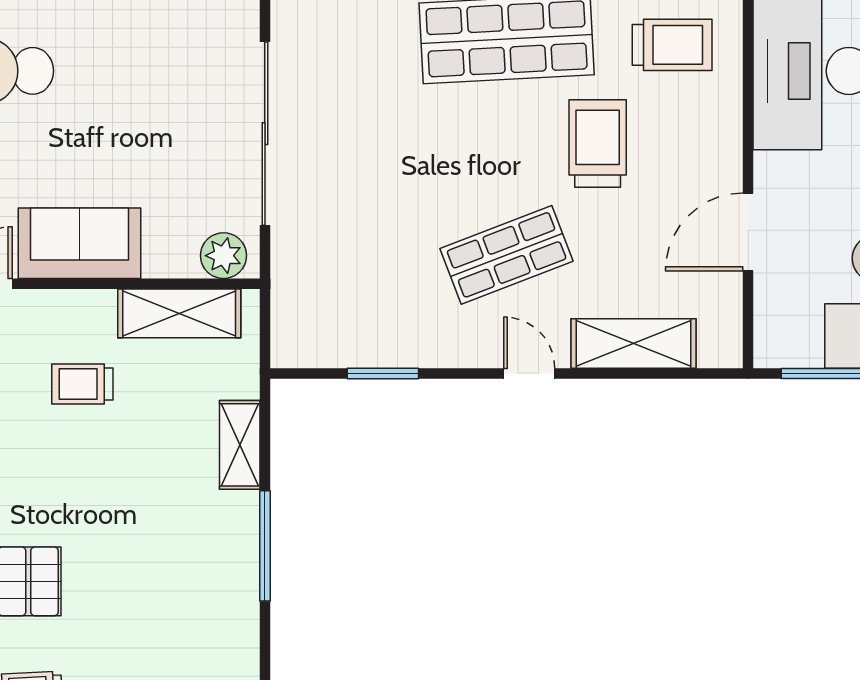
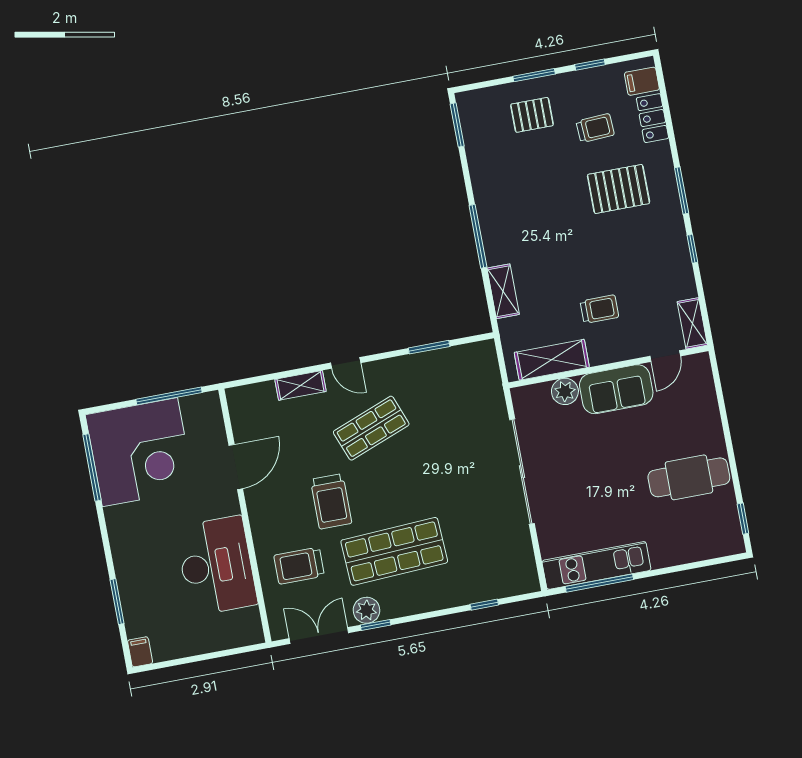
plant: (223, 256) -> (565, 391), moved
shelving: (633, 343) -> (300, 385), width x0.67, depth x0.75

